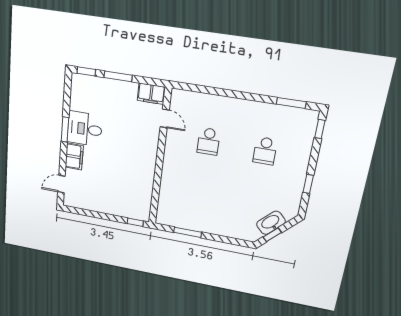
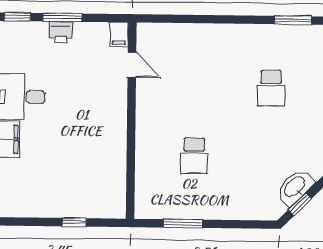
printer: (116, 87) -> (61, 32), added
filing cabinet: (151, 94) -> (119, 34), width x0.50
school desk: (209, 141) -> (194, 156), moved
window: (135, 222) -> (74, 222), moved

